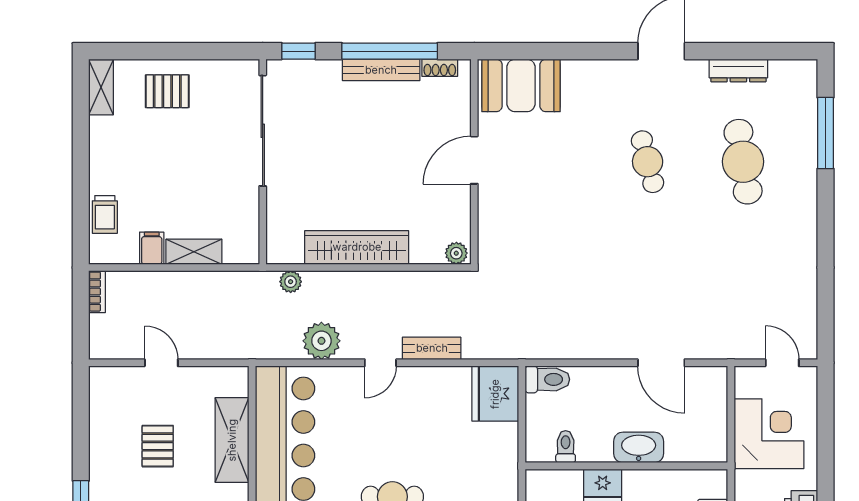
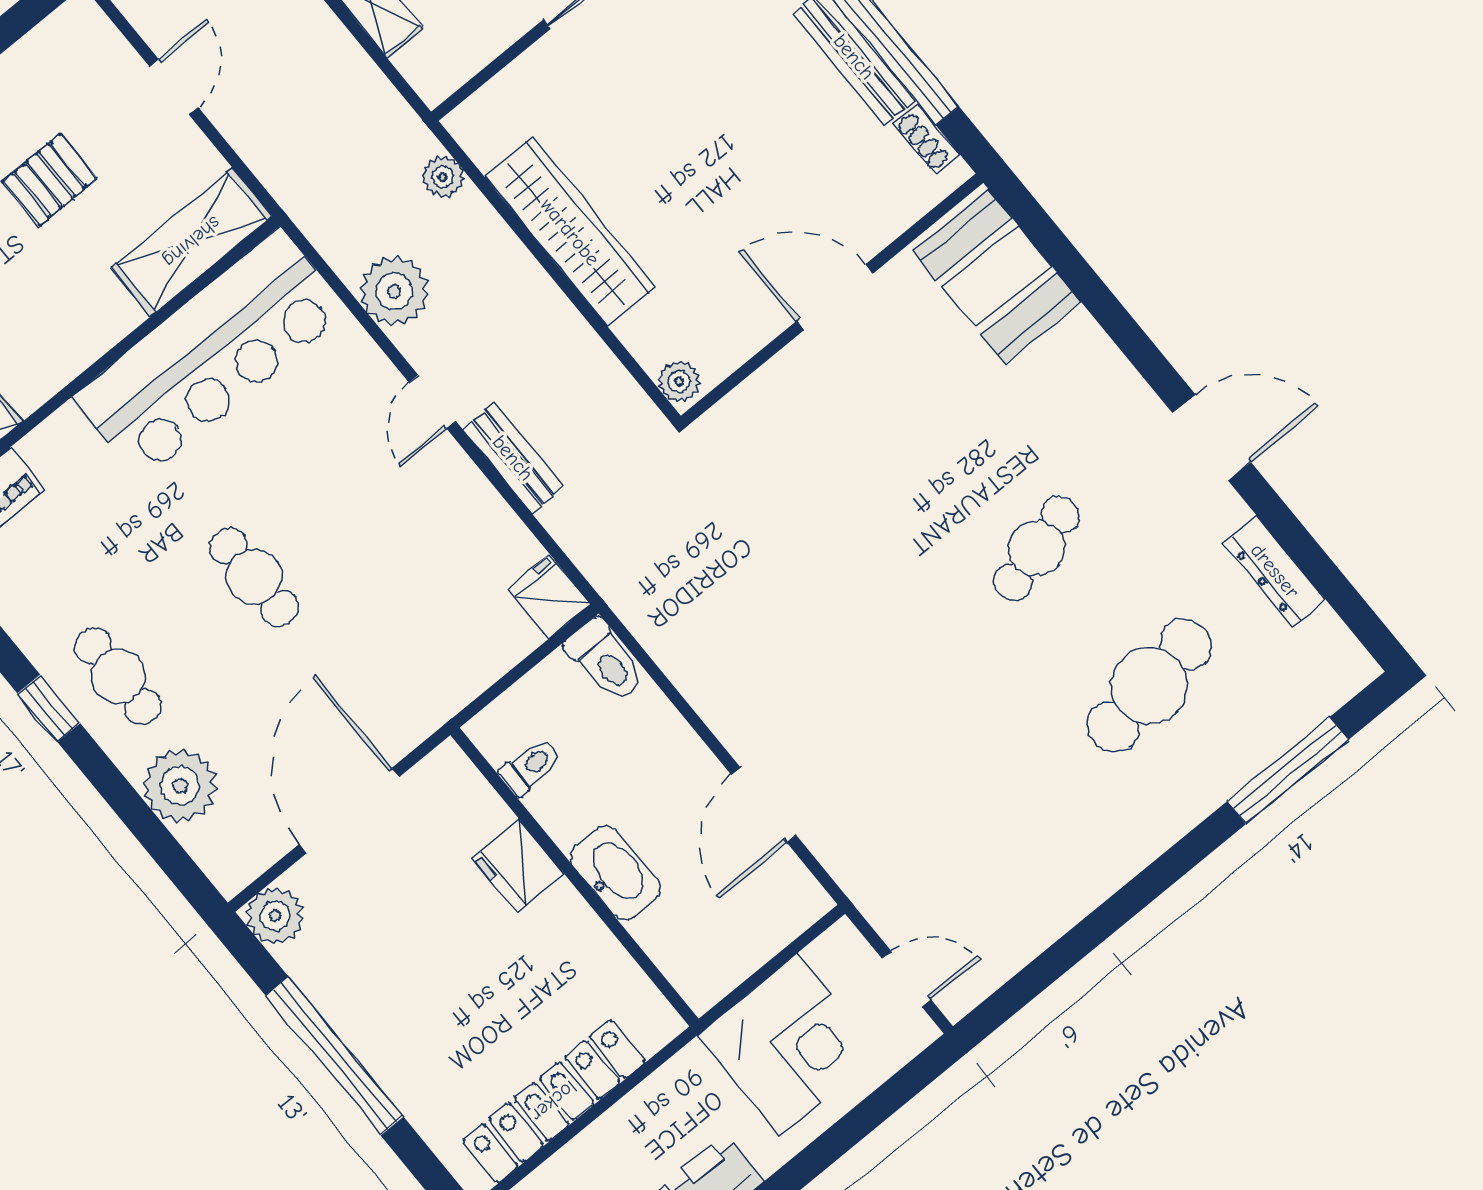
door: (380, 363) -> (432, 402), hinge flipped
door: (782, 363) -> (907, 979), hinge flipped
fridge: (495, 394) -> (549, 596), width x0.53, depth x0.75
shelving: (232, 440) -> (192, 242), moved

